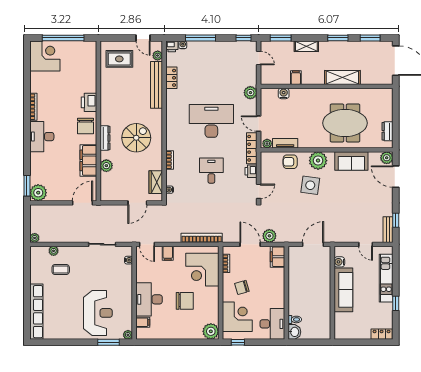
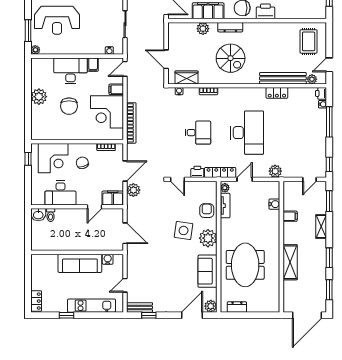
locker: (171, 78) -> (277, 93), moved
corner desk: (202, 270) -> (107, 112), moved, turned -90
door: (286, 275) -> (94, 207), added
filing cabinet: (143, 322) -> (93, 65), moved
desk: (272, 324) -> (60, 193), moved
plant: (211, 331) -> (39, 97), moved

